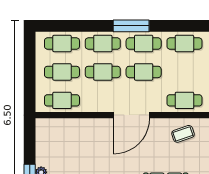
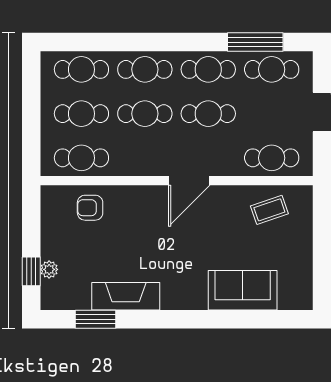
window: (131, 26) -> (255, 42), moved
door: (131, 115) -> (189, 181), width x0.73
armchair: (68, 133) -> (90, 208), added

